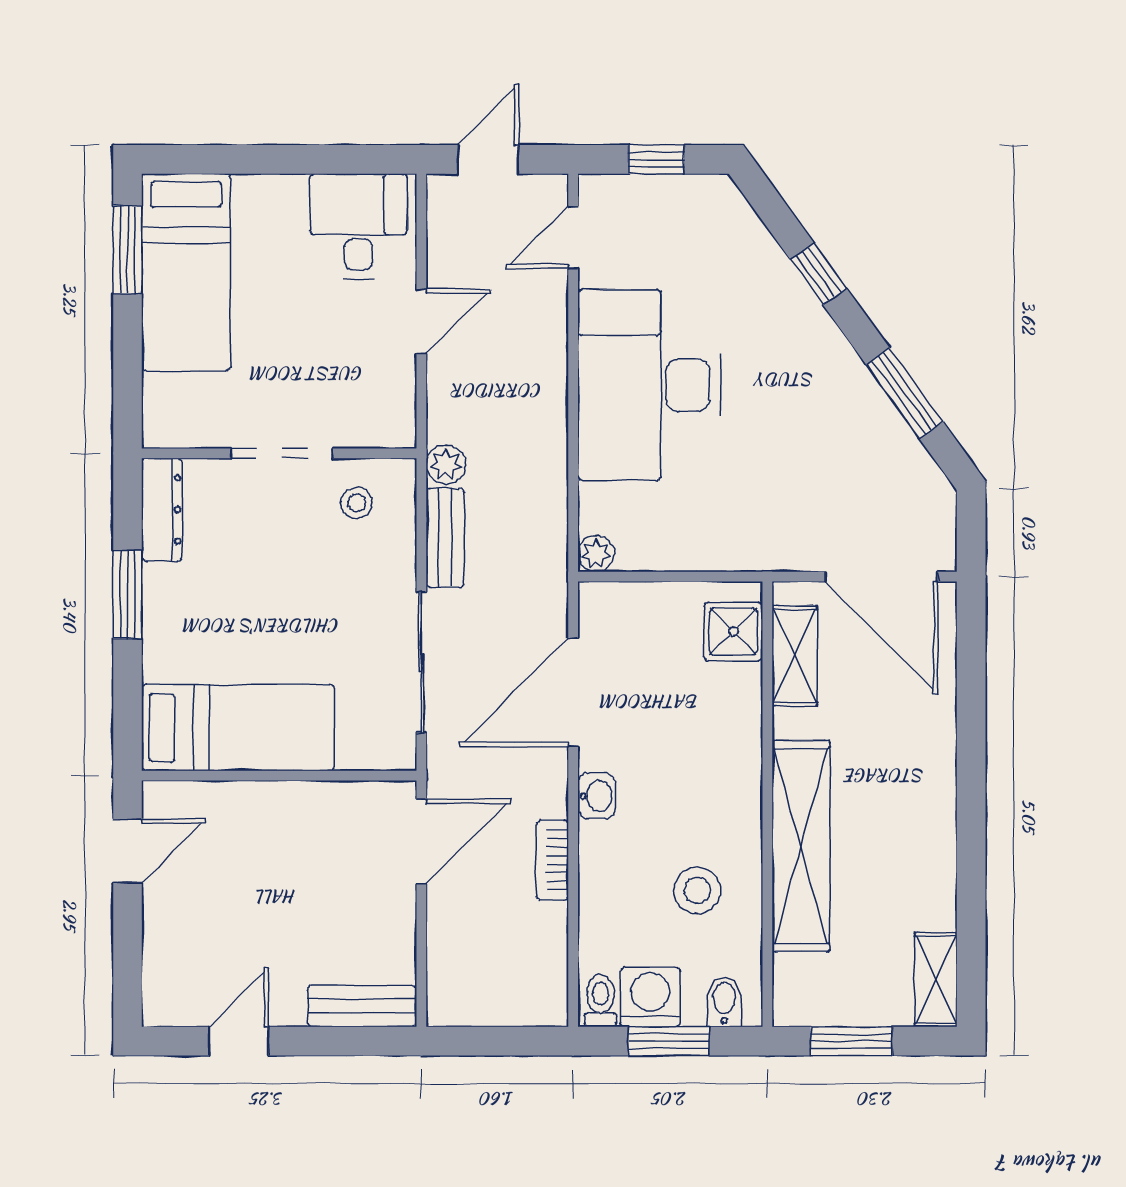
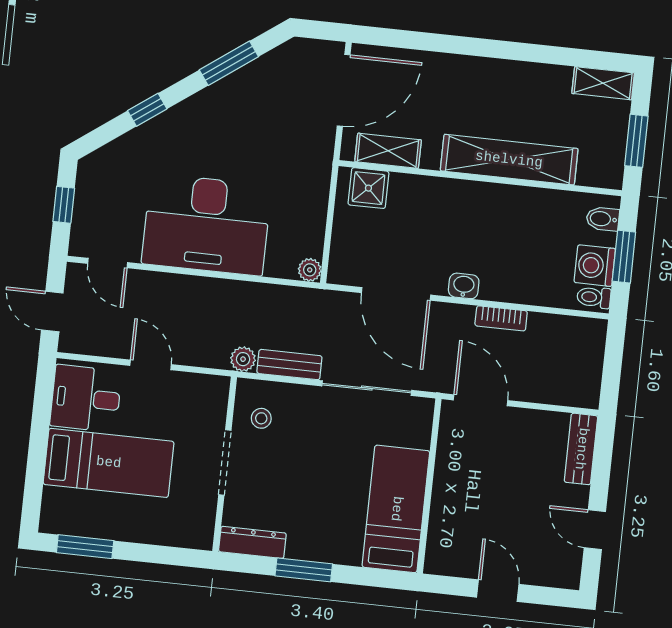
bed: (186, 272) -> (109, 463), moved
door: (128, 851) -> (498, 591), moved
stool: (697, 891) -> (530, 228), removed

